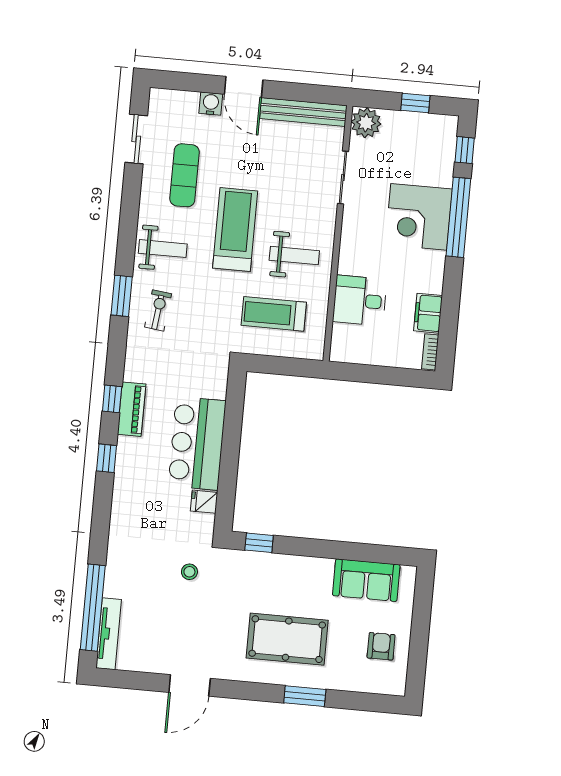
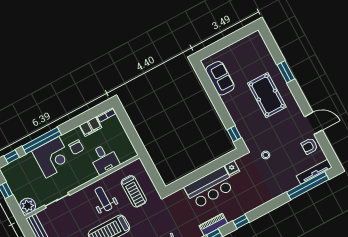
chair: (410, 267) -> (76, 147), added
armchair: (381, 646) -> (310, 146), moved

